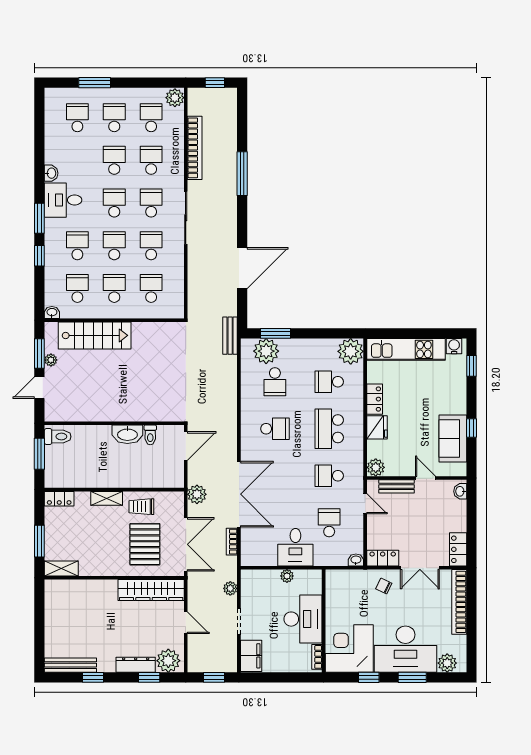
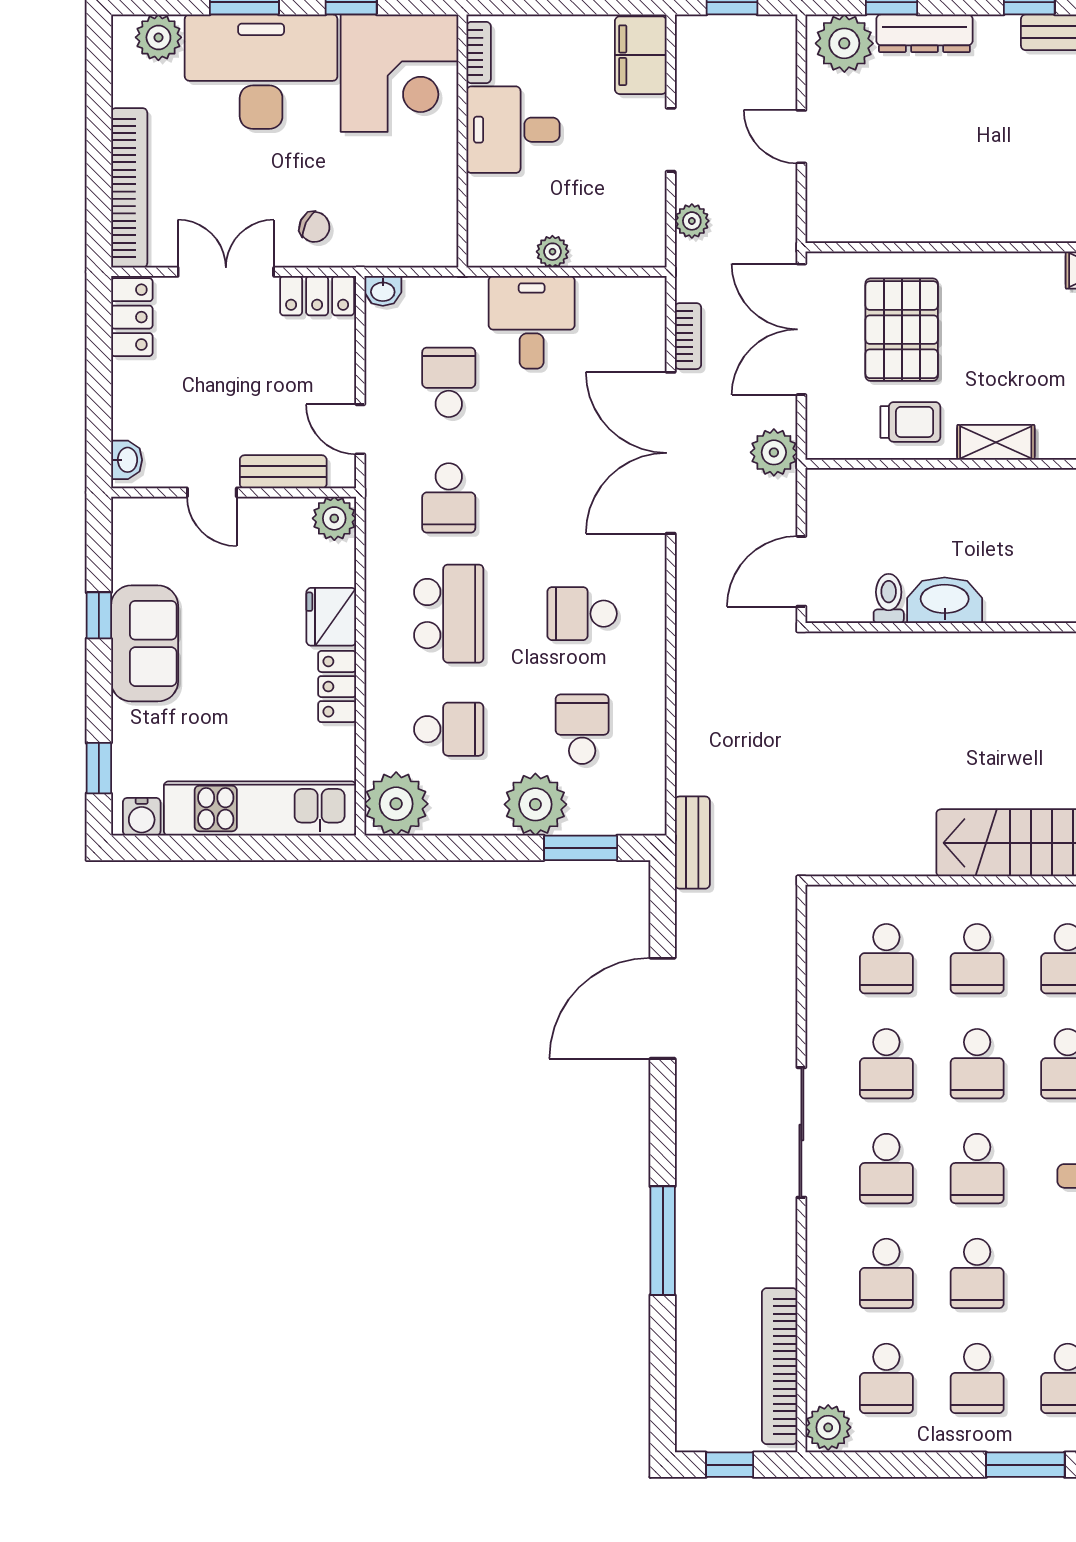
bookcase: (195, 148) -> (780, 1366), moved
plant: (266, 351) -> (535, 804), moved
sofa: (453, 438) -> (145, 643), moved
school desk: (329, 476) -> (449, 498), turned 90
school desk: (329, 523) -> (449, 382), turned 180
wardrobe: (151, 590) -> (886, 217), removed
desk: (303, 619) -> (513, 130), width x0.73

